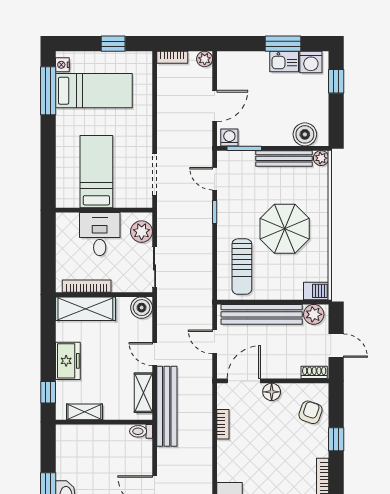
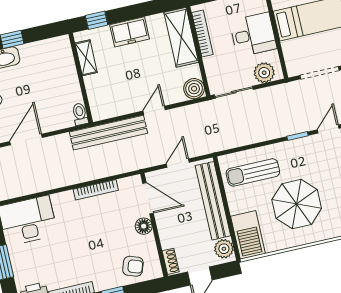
barbecue: (316, 291) -> (248, 235), width x1.88, depth x1.53
shelving: (143, 393) -> (116, 108), removed
bookcase: (223, 424) -> (96, 190), width x1.56

